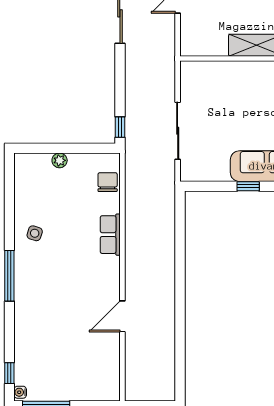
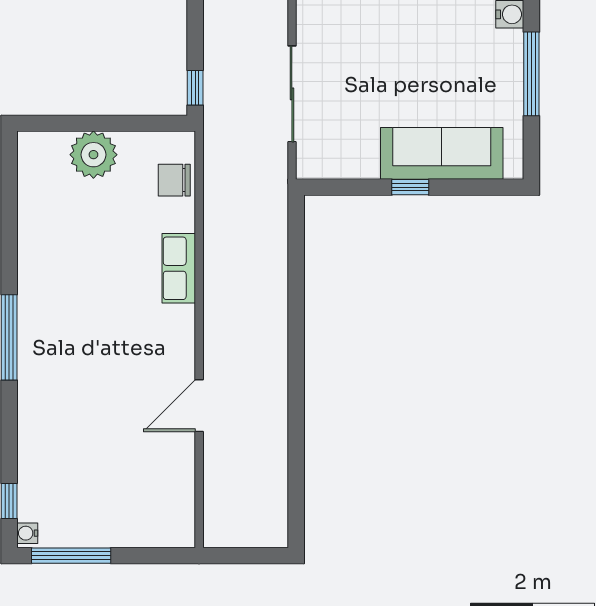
plant: (60, 160) -> (93, 155), width x1.87, depth x1.87
chair: (108, 182) -> (174, 180), turned -90
side table: (35, 233) -> (52, 266), removed

